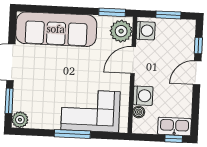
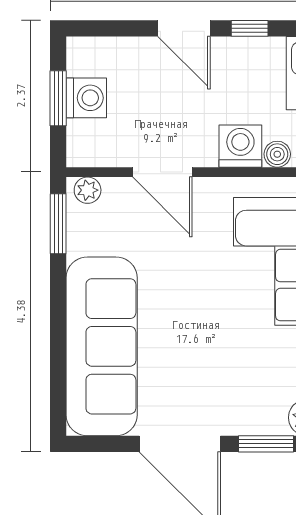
plant: (121, 31) -> (88, 190), width x0.53, depth x0.53
washing machine: (146, 31) -> (86, 98), moved, turned 90
window: (198, 46) -> (250, 28), moved

